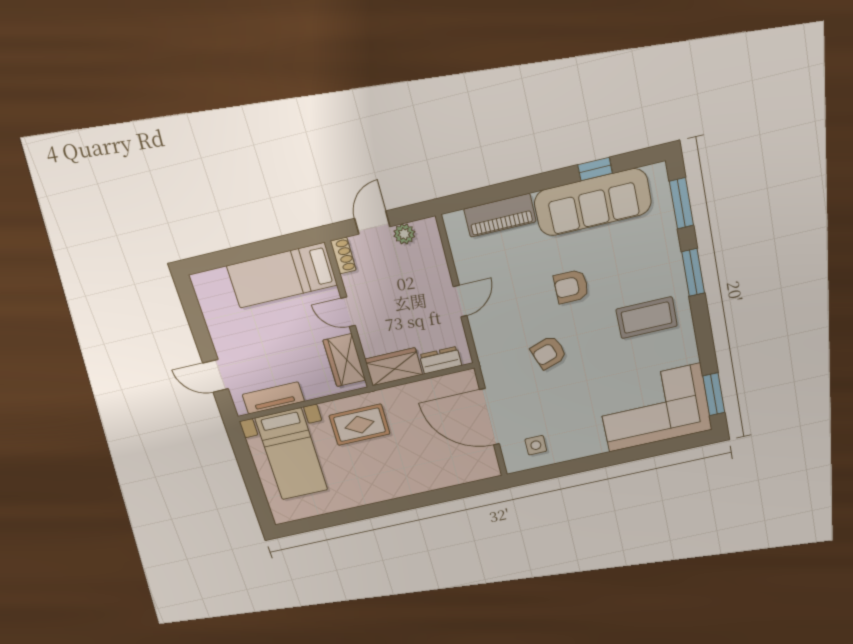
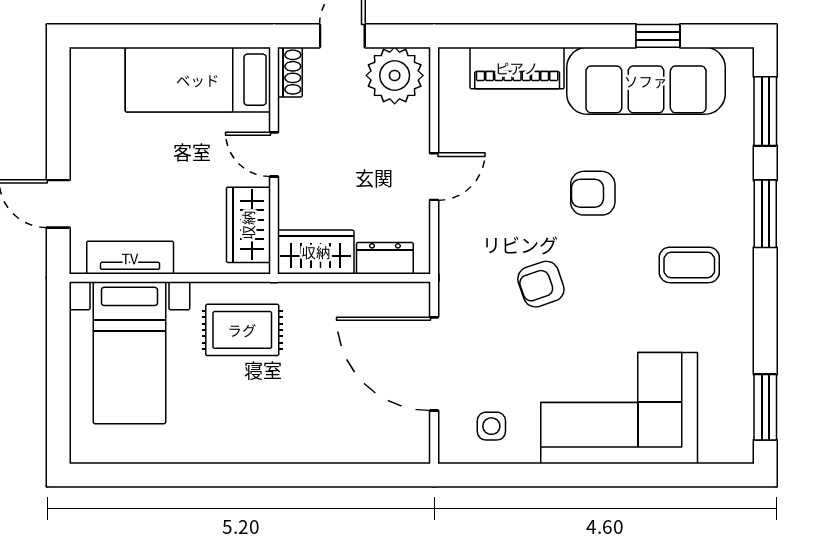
plant: (404, 234) -> (395, 75), width x1.87, depth x1.87
coffee table: (647, 318) -> (689, 265), width x0.73, depth x0.77
corner sofa: (654, 408) -> (619, 408), moved

